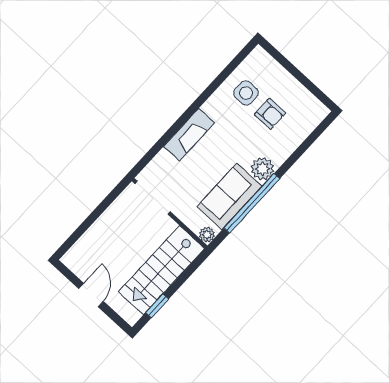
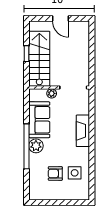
window: (252, 203) -> (26, 146), moved
plant: (207, 235) -> (52, 93), moved
window: (157, 306) -> (26, 54), moved

